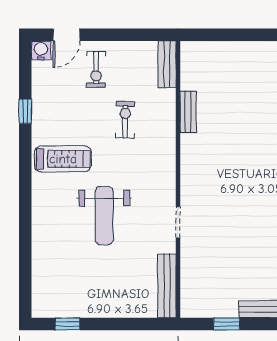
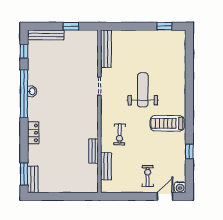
bench: (167, 64) -> (106, 166), moved
exercise bike: (125, 120) -> (120, 134), moved

